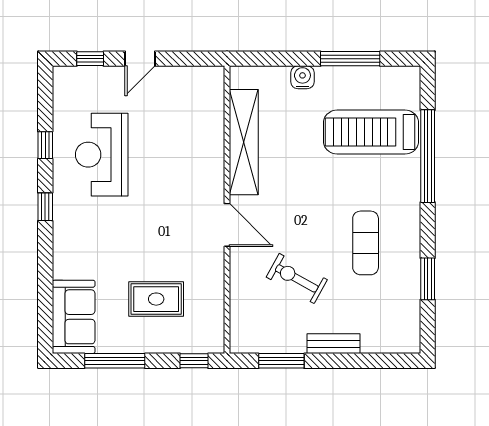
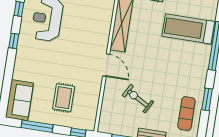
exercise mat: (366, 243) -> (186, 113), moved
window: (428, 279) -> (207, 99), moved
rug: (156, 299) -> (64, 98), turned 90

